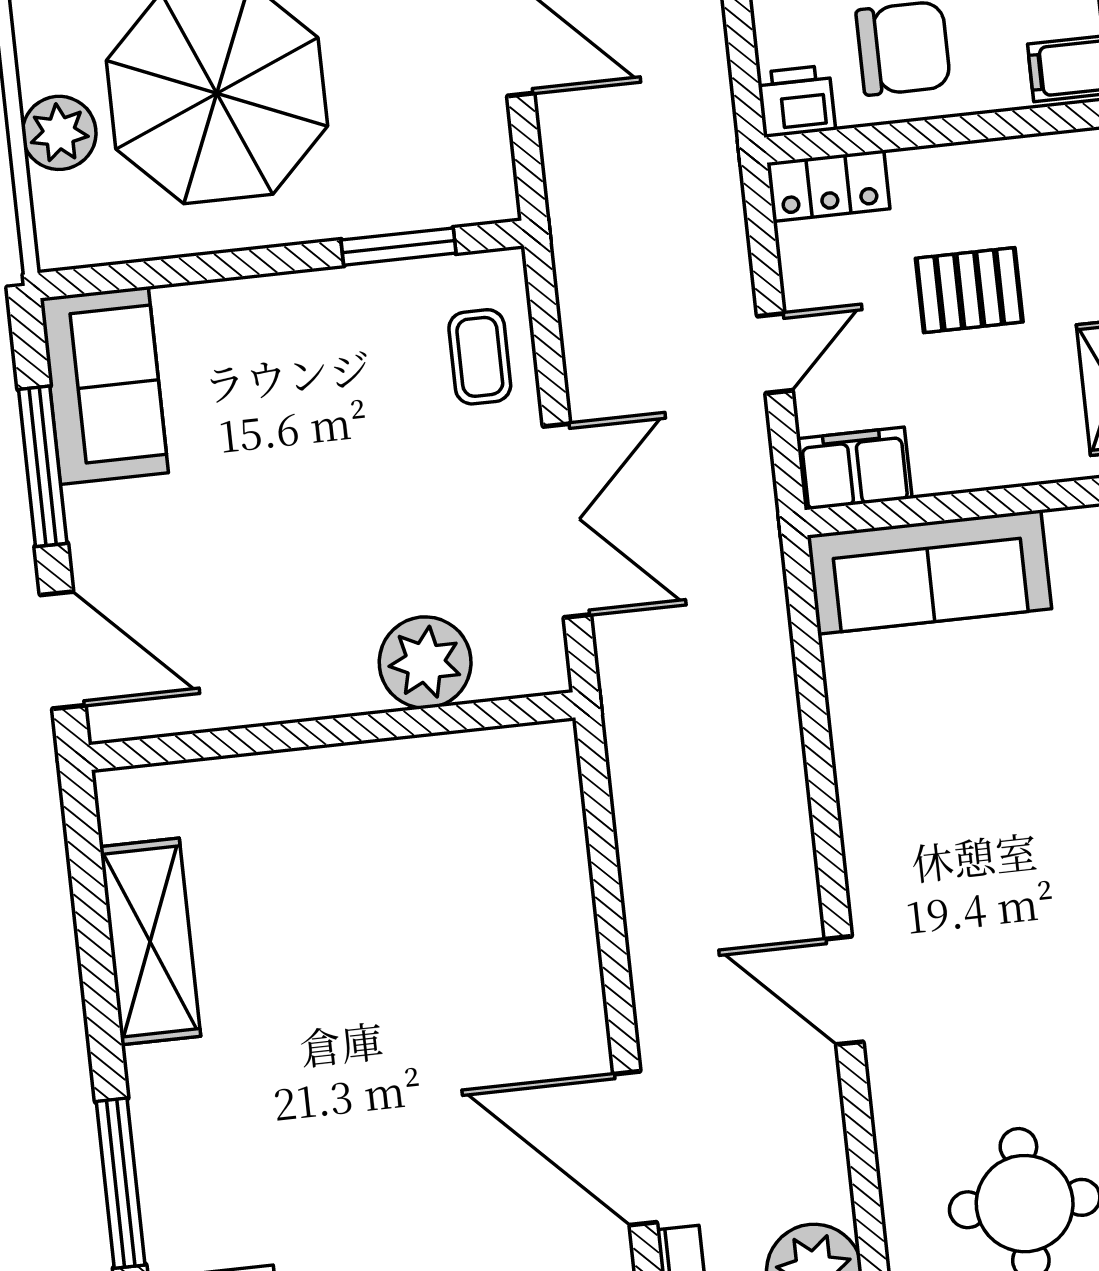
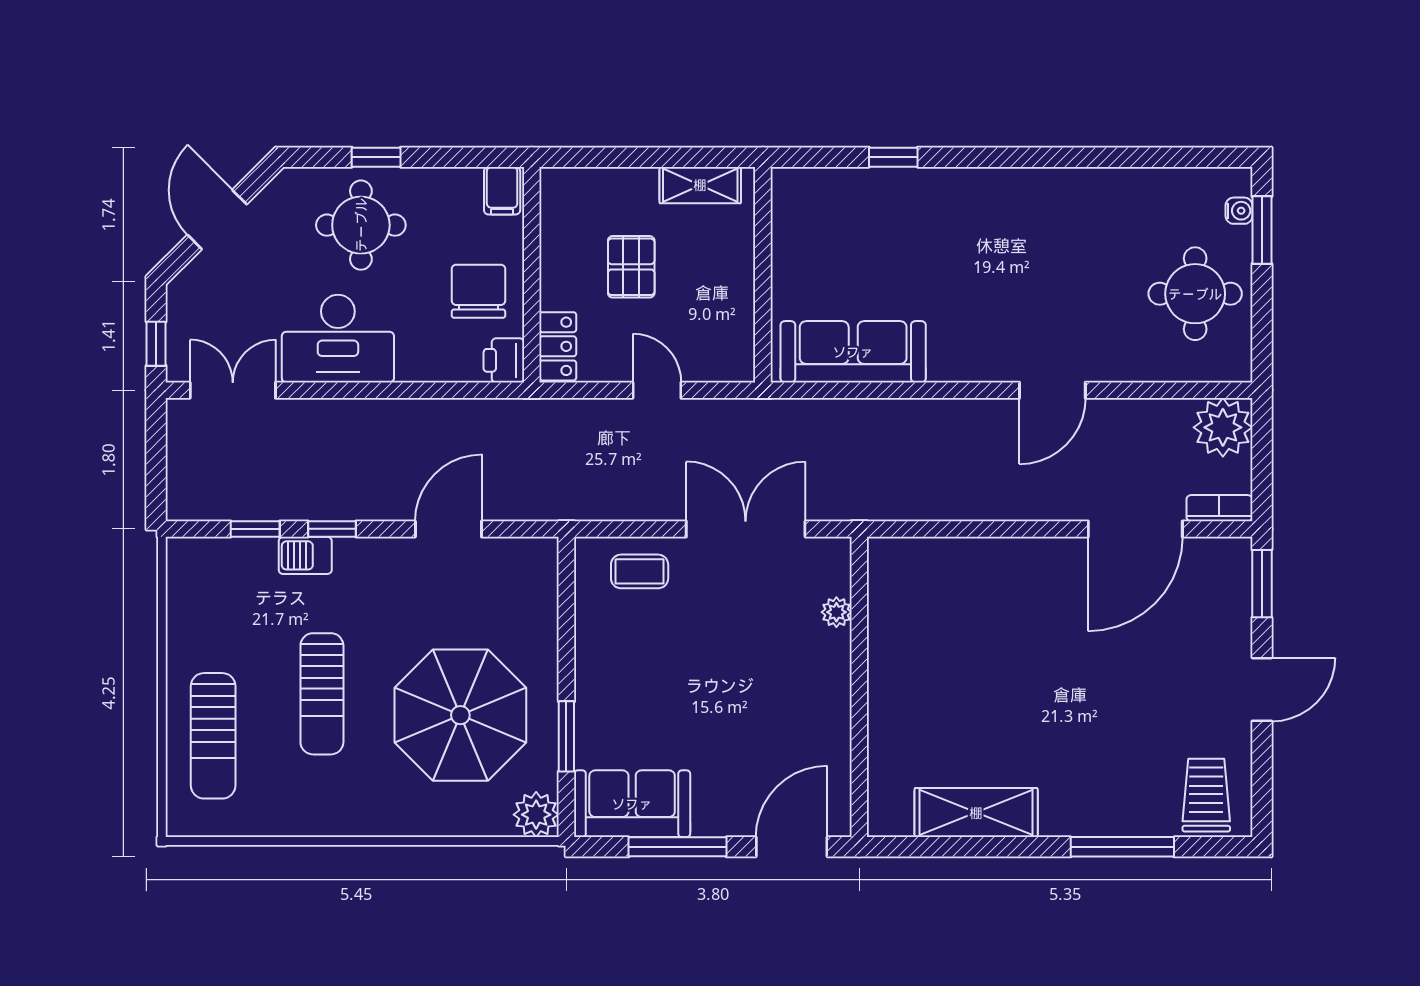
plant: (59, 133) -> (536, 815), moved
window: (398, 247) -> (566, 736), moved
filing cabinet: (854, 469) -> (733, 349), removed
sofa: (929, 572) -> (853, 352), moved, turned -90
plant: (425, 662) -> (836, 612), width x0.53, depth x0.53

